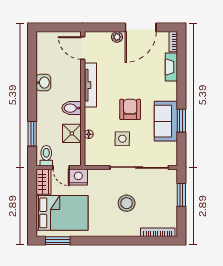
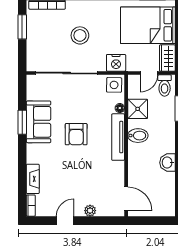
door: (141, 27) -> (65, 221), width x0.53
tv unit: (90, 85) -> (118, 137), moved
side table: (122, 139) -> (114, 85), moved
door: (61, 167) -> (149, 73), swing flipped
nightstand: (78, 177) -> (116, 63), moved
window: (181, 195) -> (22, 27), moved

